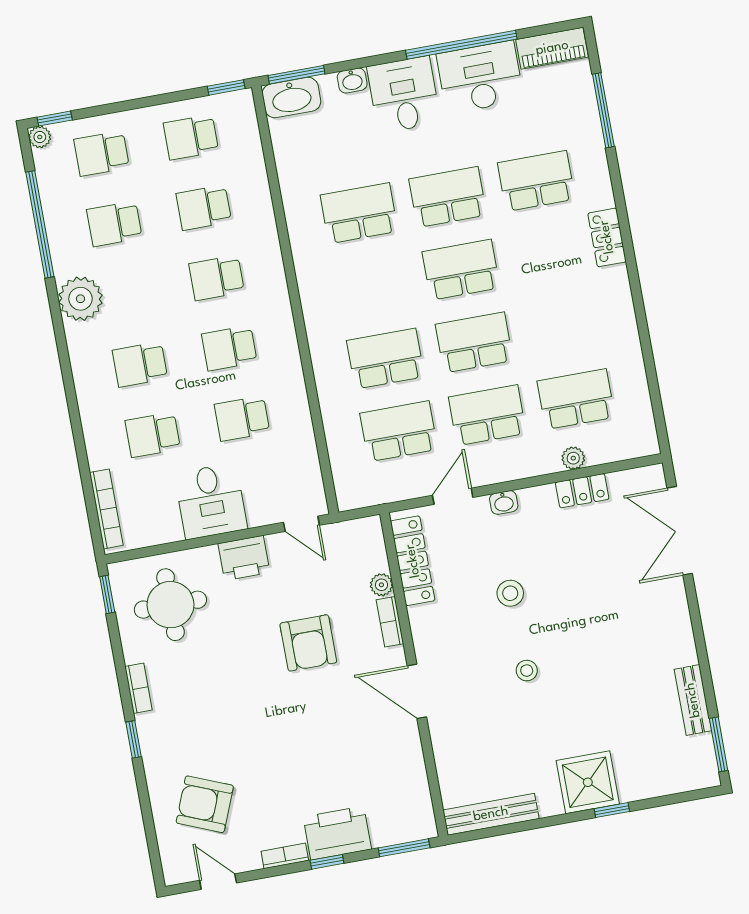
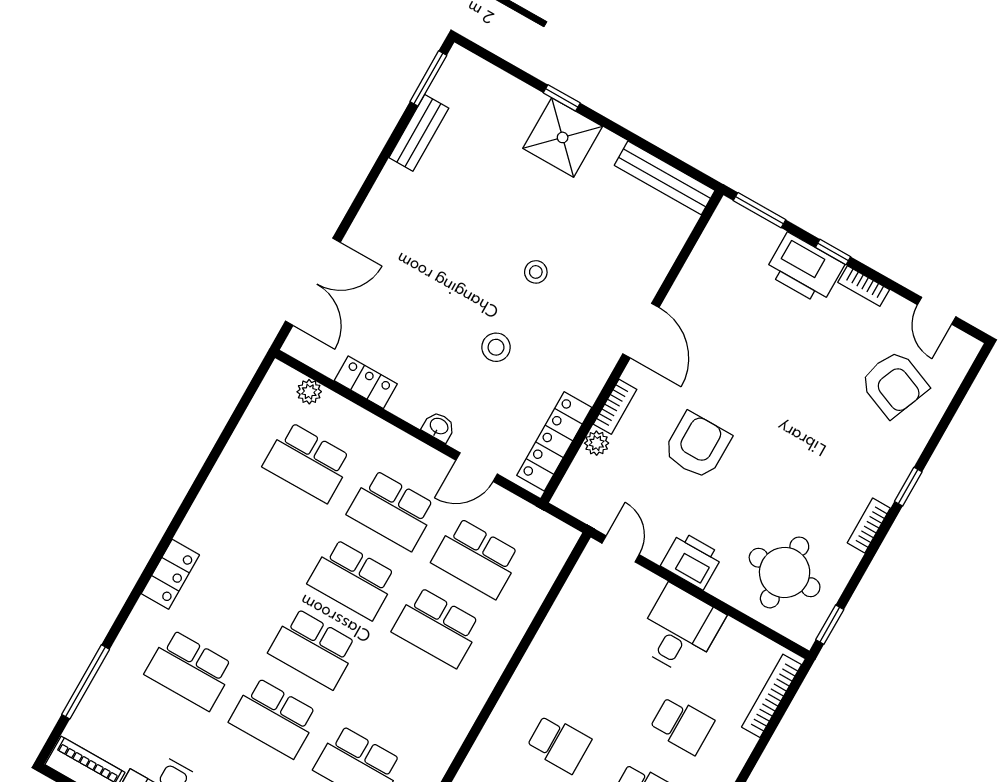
school desk: (242, 418) -> (597, 677), removed
plant: (573, 458) -> (309, 392), moved

